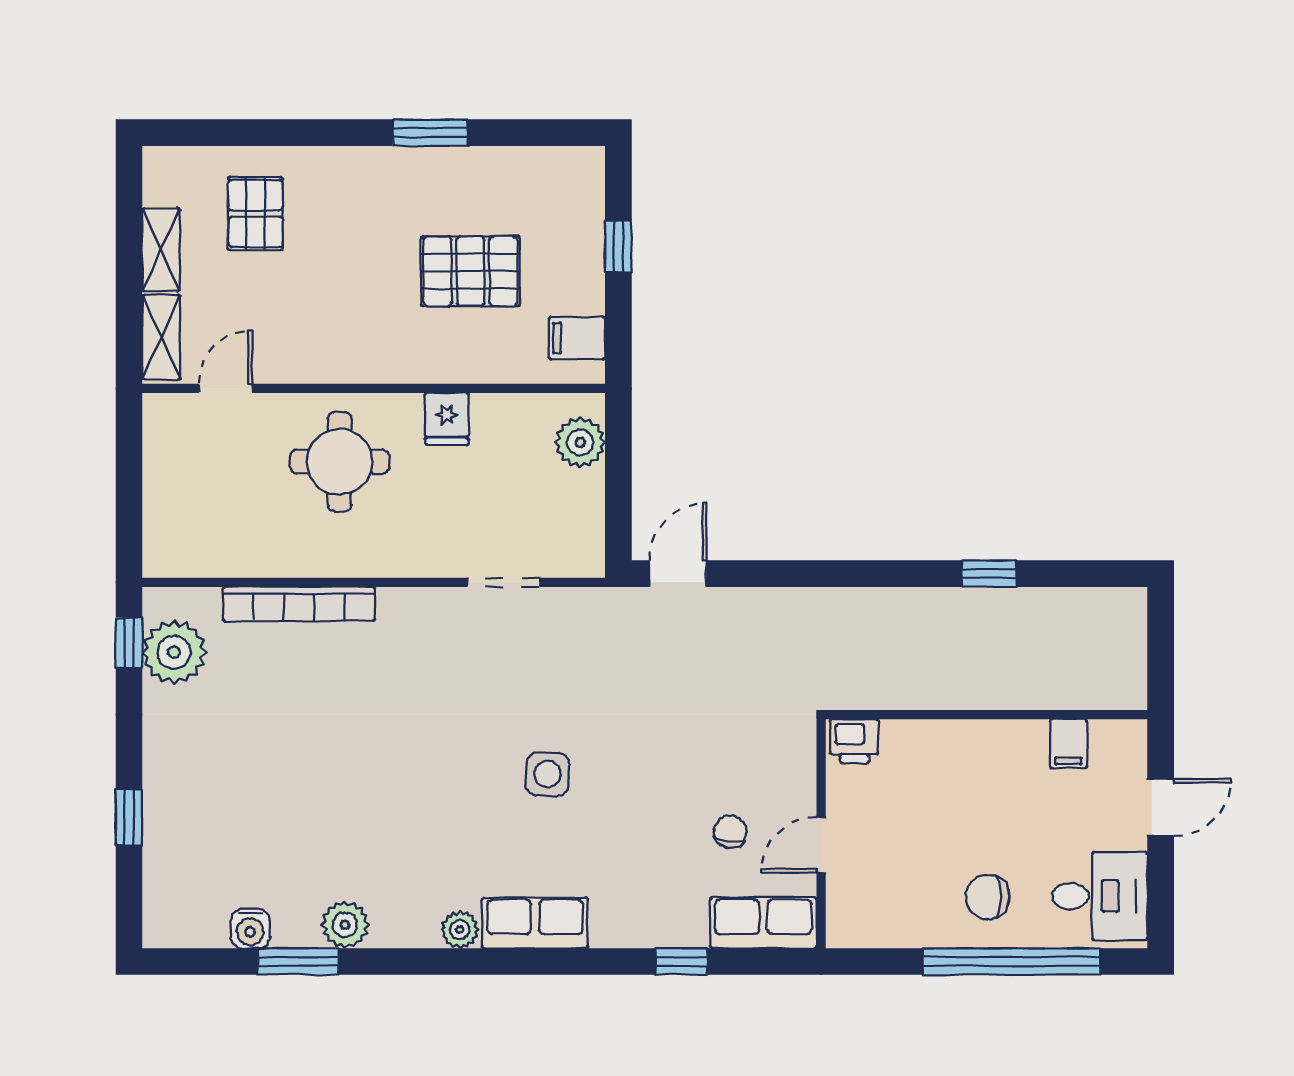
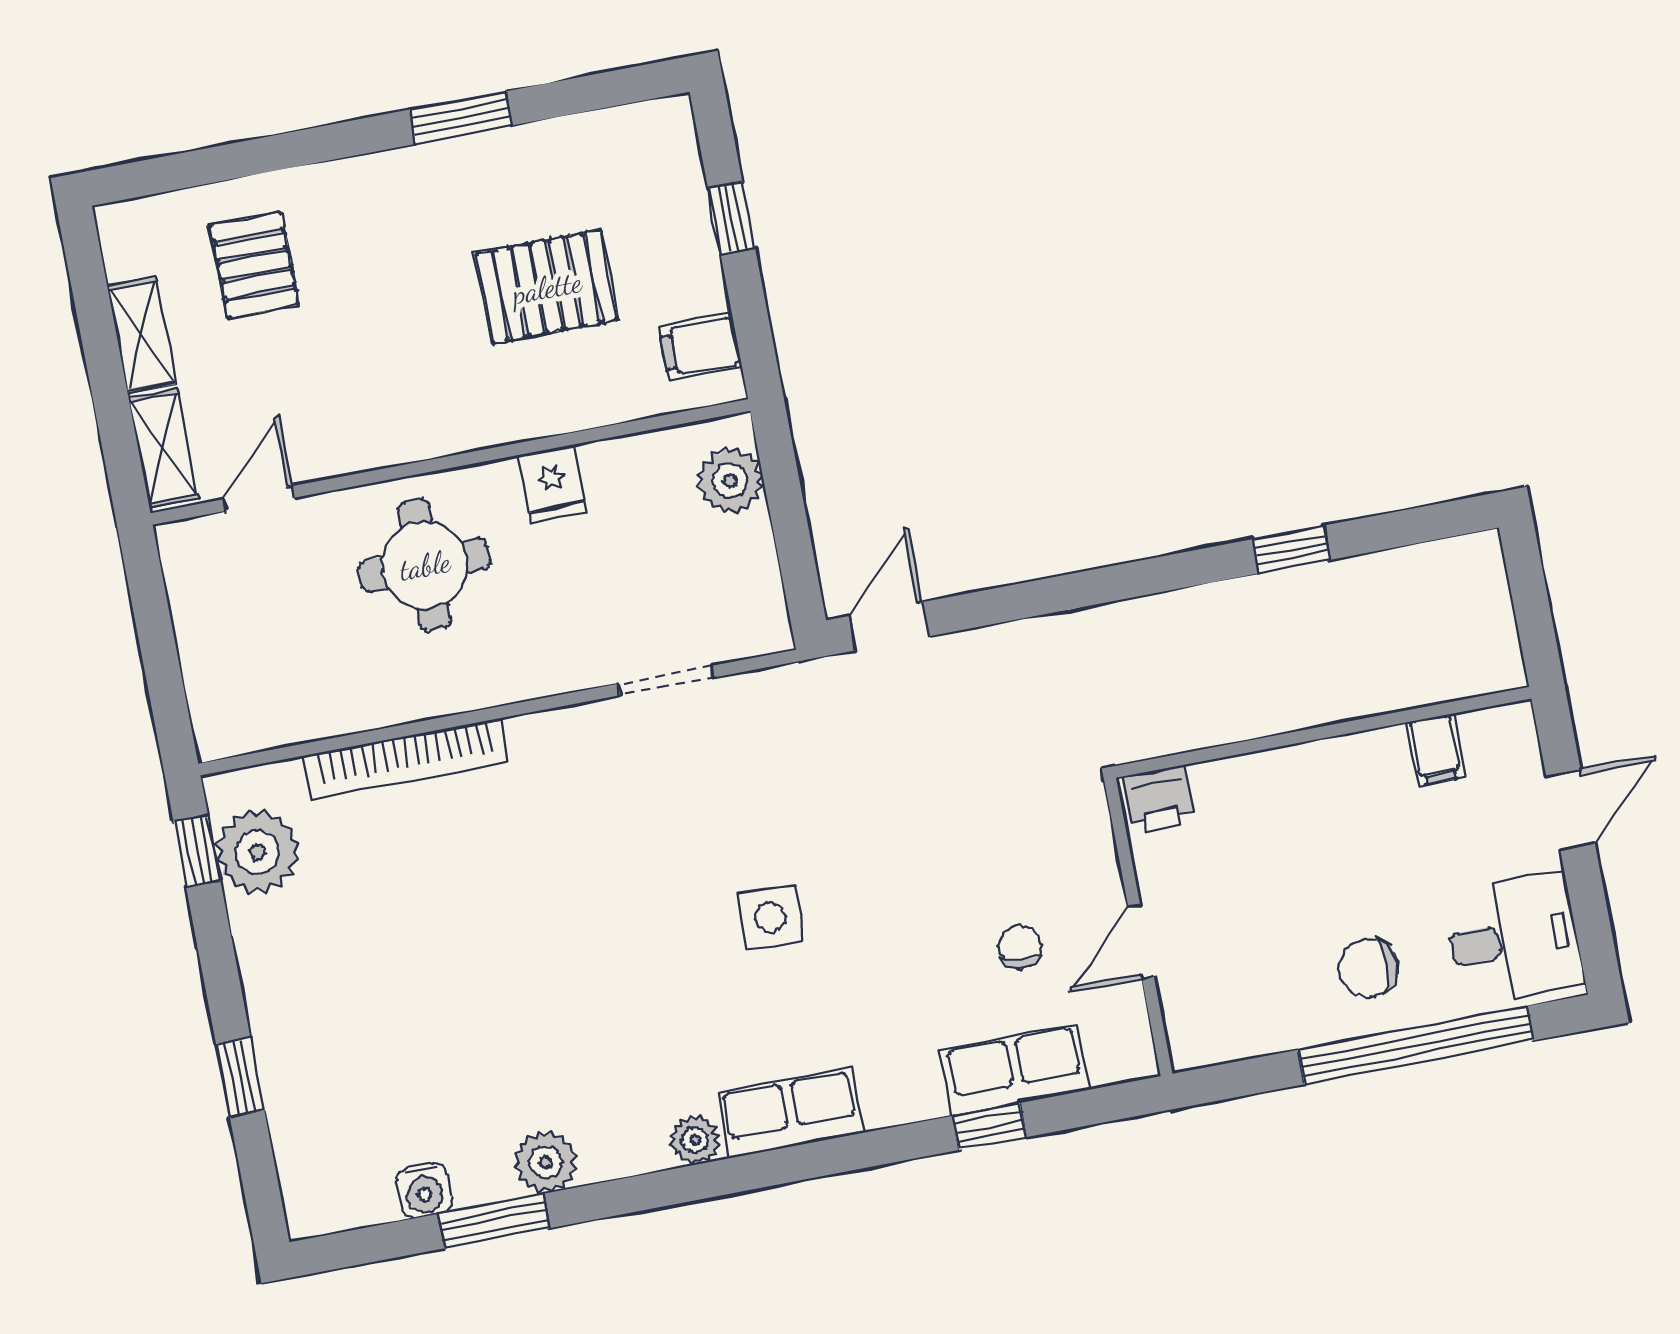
row of seats: (763, 923) -> (1015, 1070), moved

